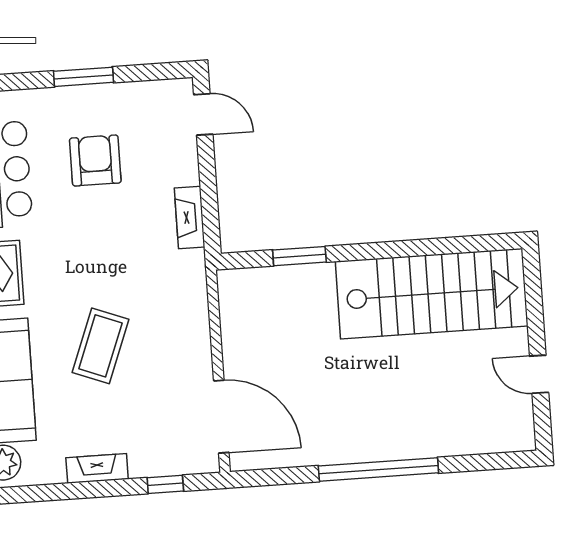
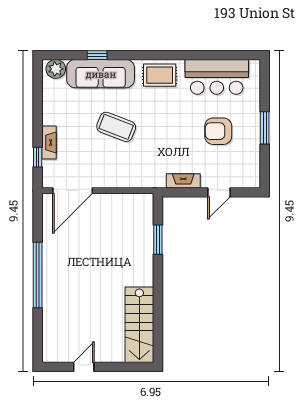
door: (203, 114) -> (219, 192), moved
armchair: (95, 161) -> (218, 131), turned 180
stairs: (432, 294) -> (139, 325), width x0.73, depth x0.66
fireplace: (97, 468) -> (49, 142), moved

